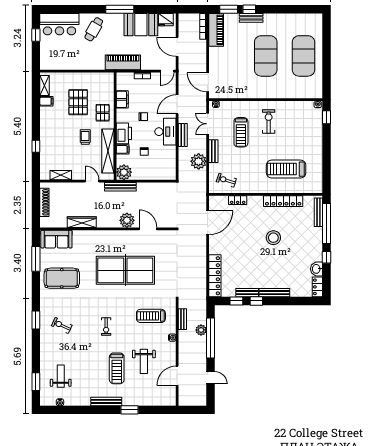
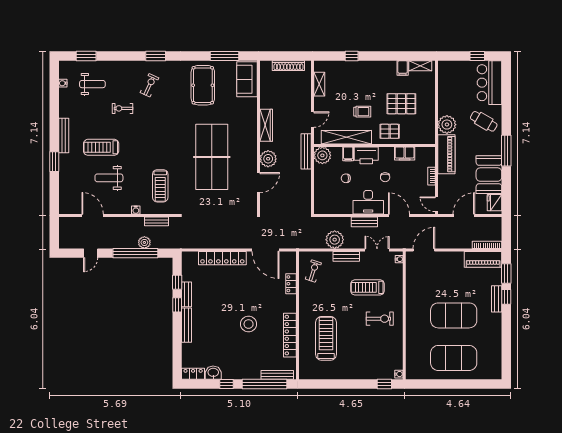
plant: (97, 62) -> (447, 125), added
wardrobe: (82, 222) -> (266, 125), moved
locker: (215, 276) -> (222, 258), moved
treadmill: (151, 316) -> (160, 186), turned 180
exercise bike: (106, 327) -> (123, 108), moved

